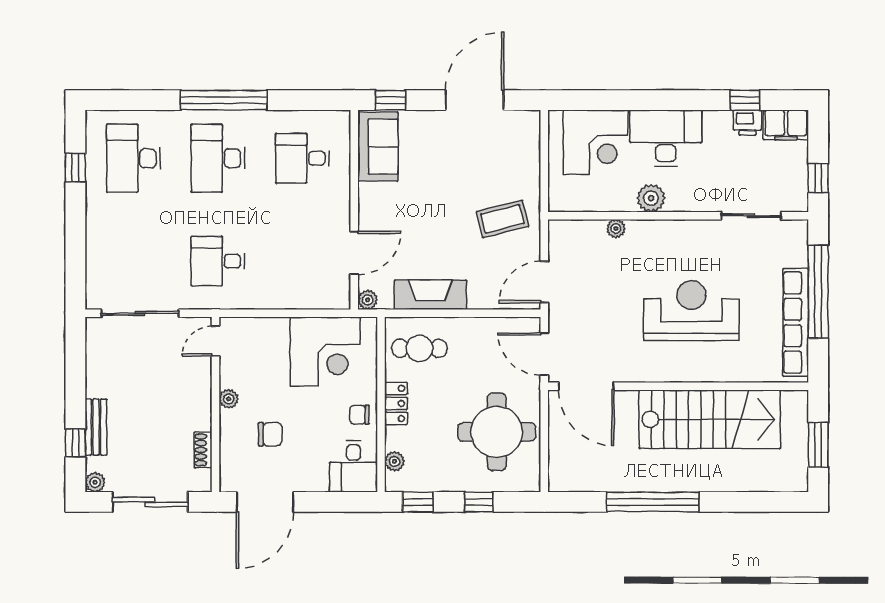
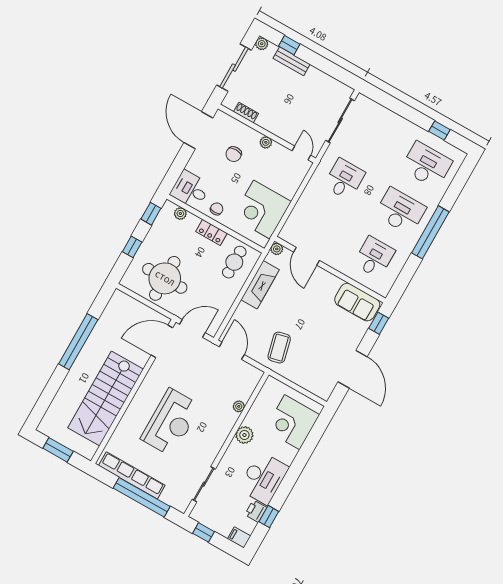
filing cabinet: (786, 125) -> (239, 537), width x0.50
desk: (666, 138) -> (263, 478), moved

